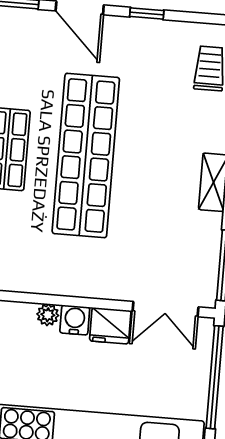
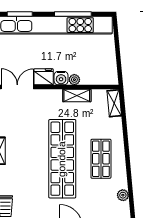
shelving: (46, 282) -> (77, 95), added

